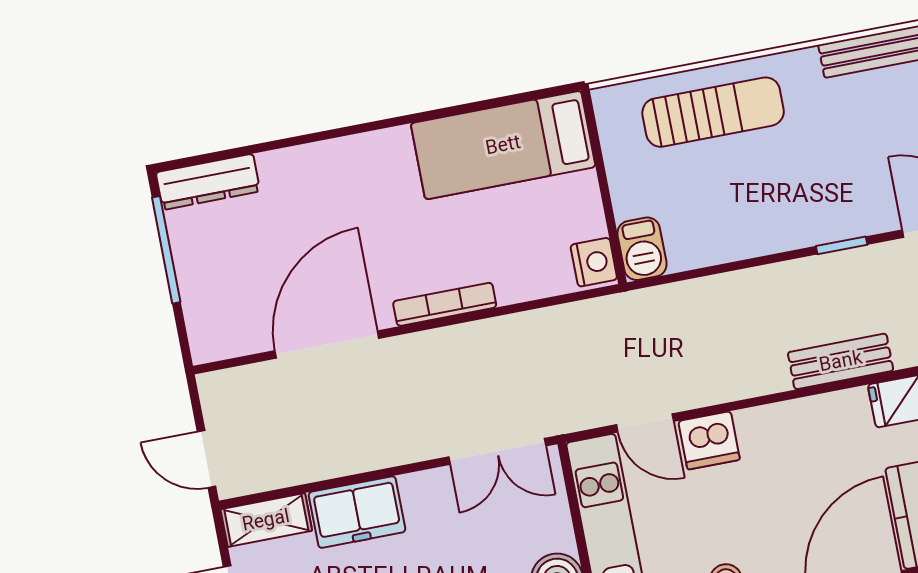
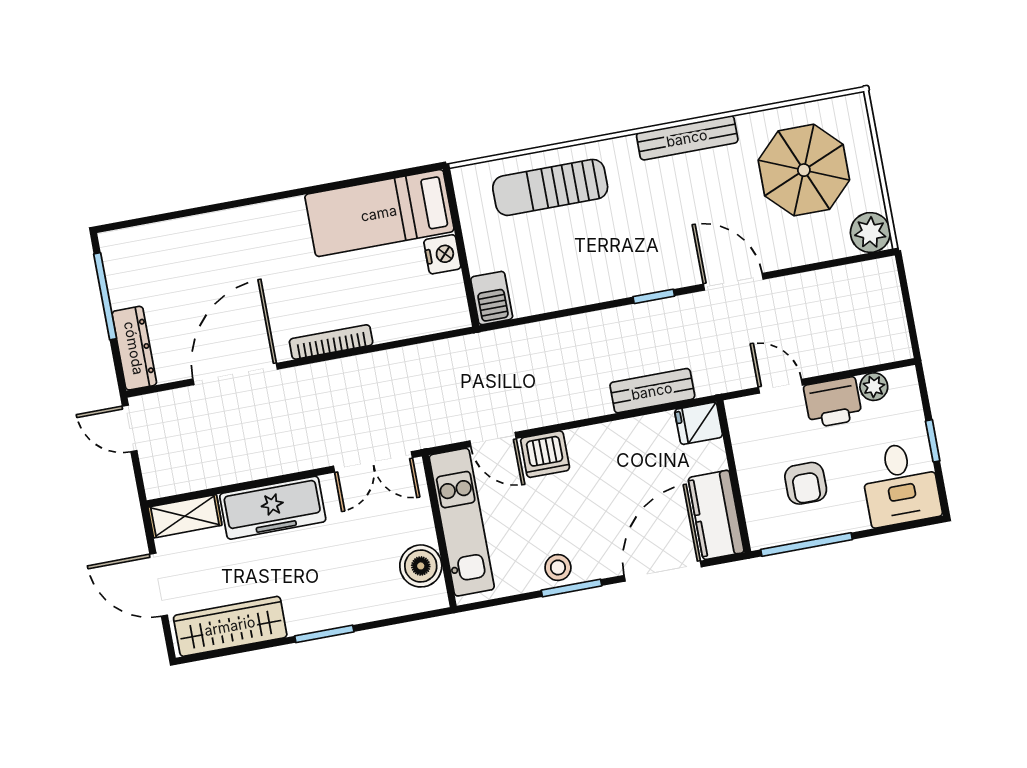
sun lounger: (713, 112) -> (550, 187), turned 180
dresser: (208, 182) -> (134, 348), moved, turned -90
nightstand: (594, 262) -> (442, 254), moved
door: (206, 459) -> (130, 428), moved
freezer: (357, 512) -> (273, 508), width x1.40

